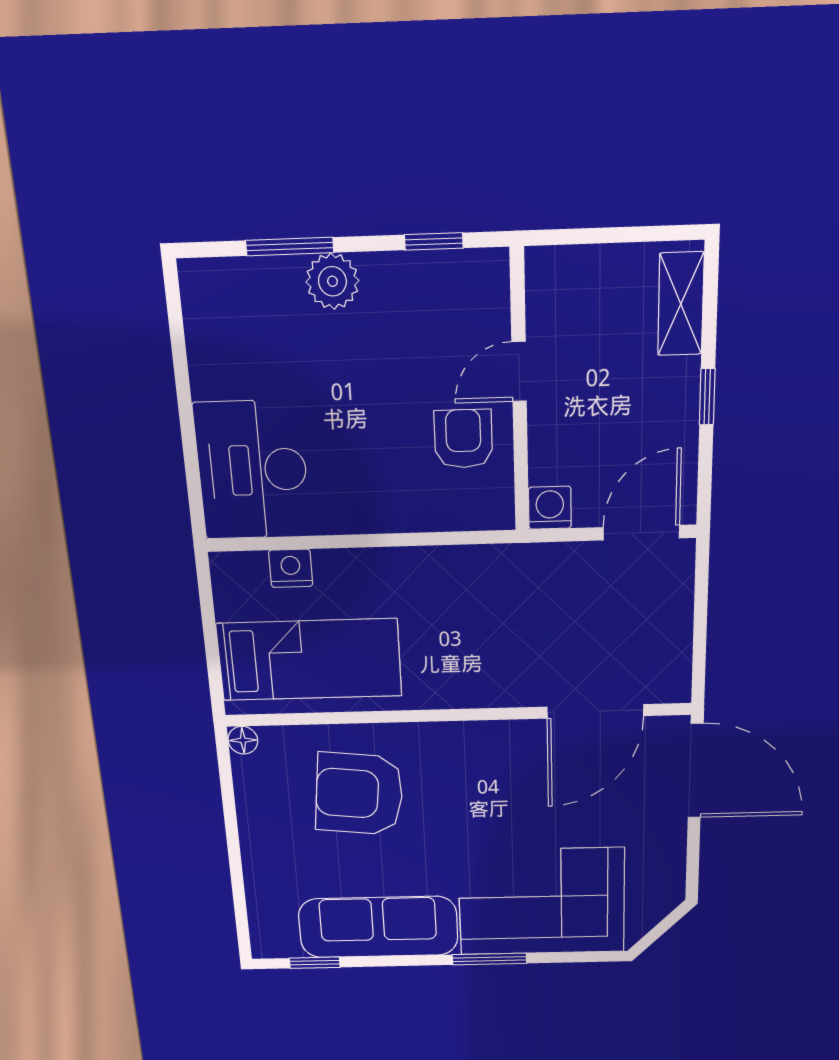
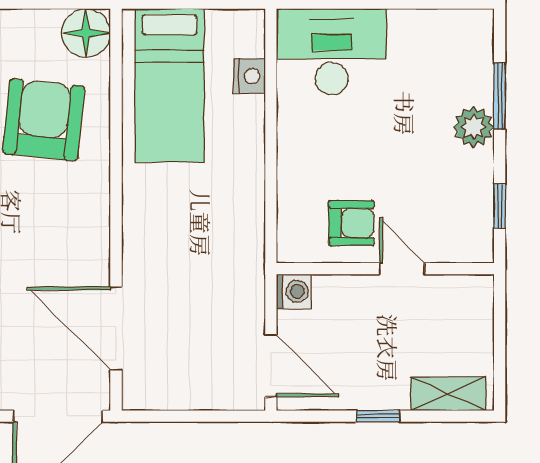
floor lamp: (243, 740) -> (86, 33), width x1.89, depth x1.89

